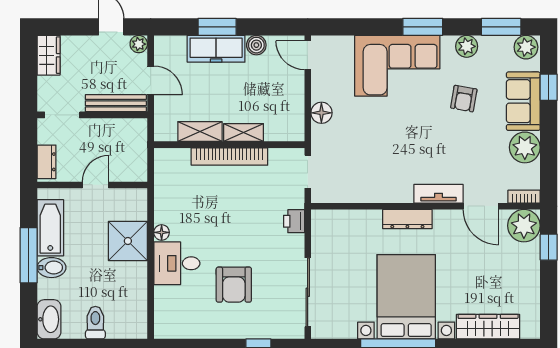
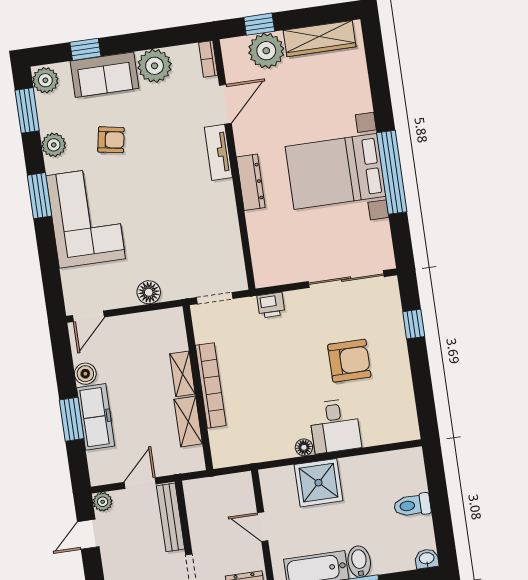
plant: (524, 226) -> (266, 51), moved
washbasin: (49, 319) -> (427, 559), width x0.52, depth x0.69
wardrobe: (488, 327) -> (320, 39), moved, turned -90

